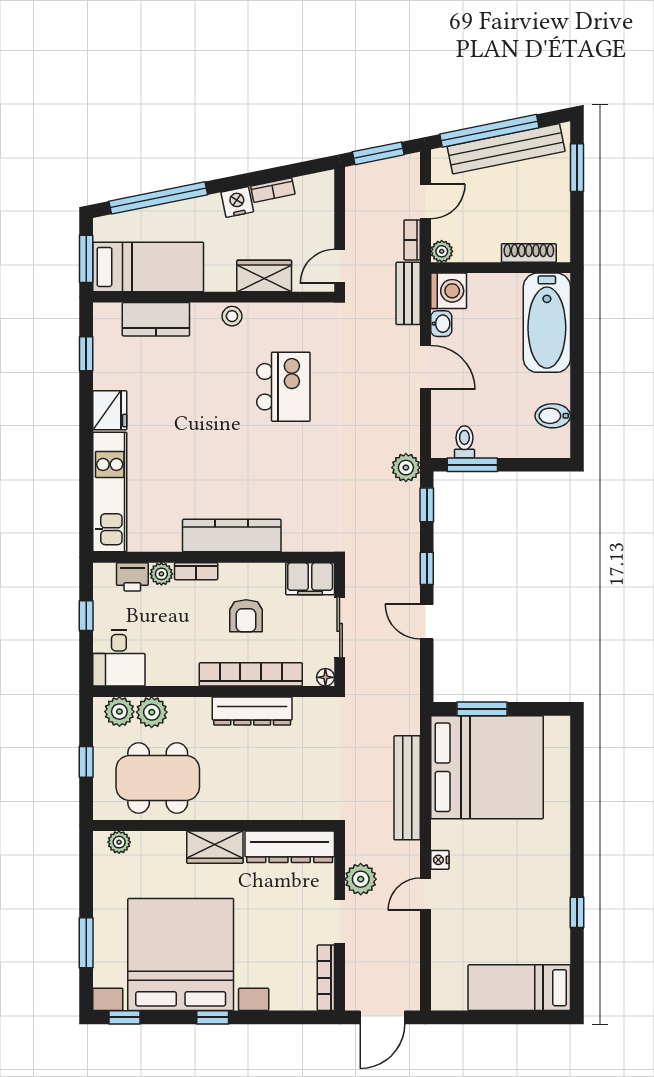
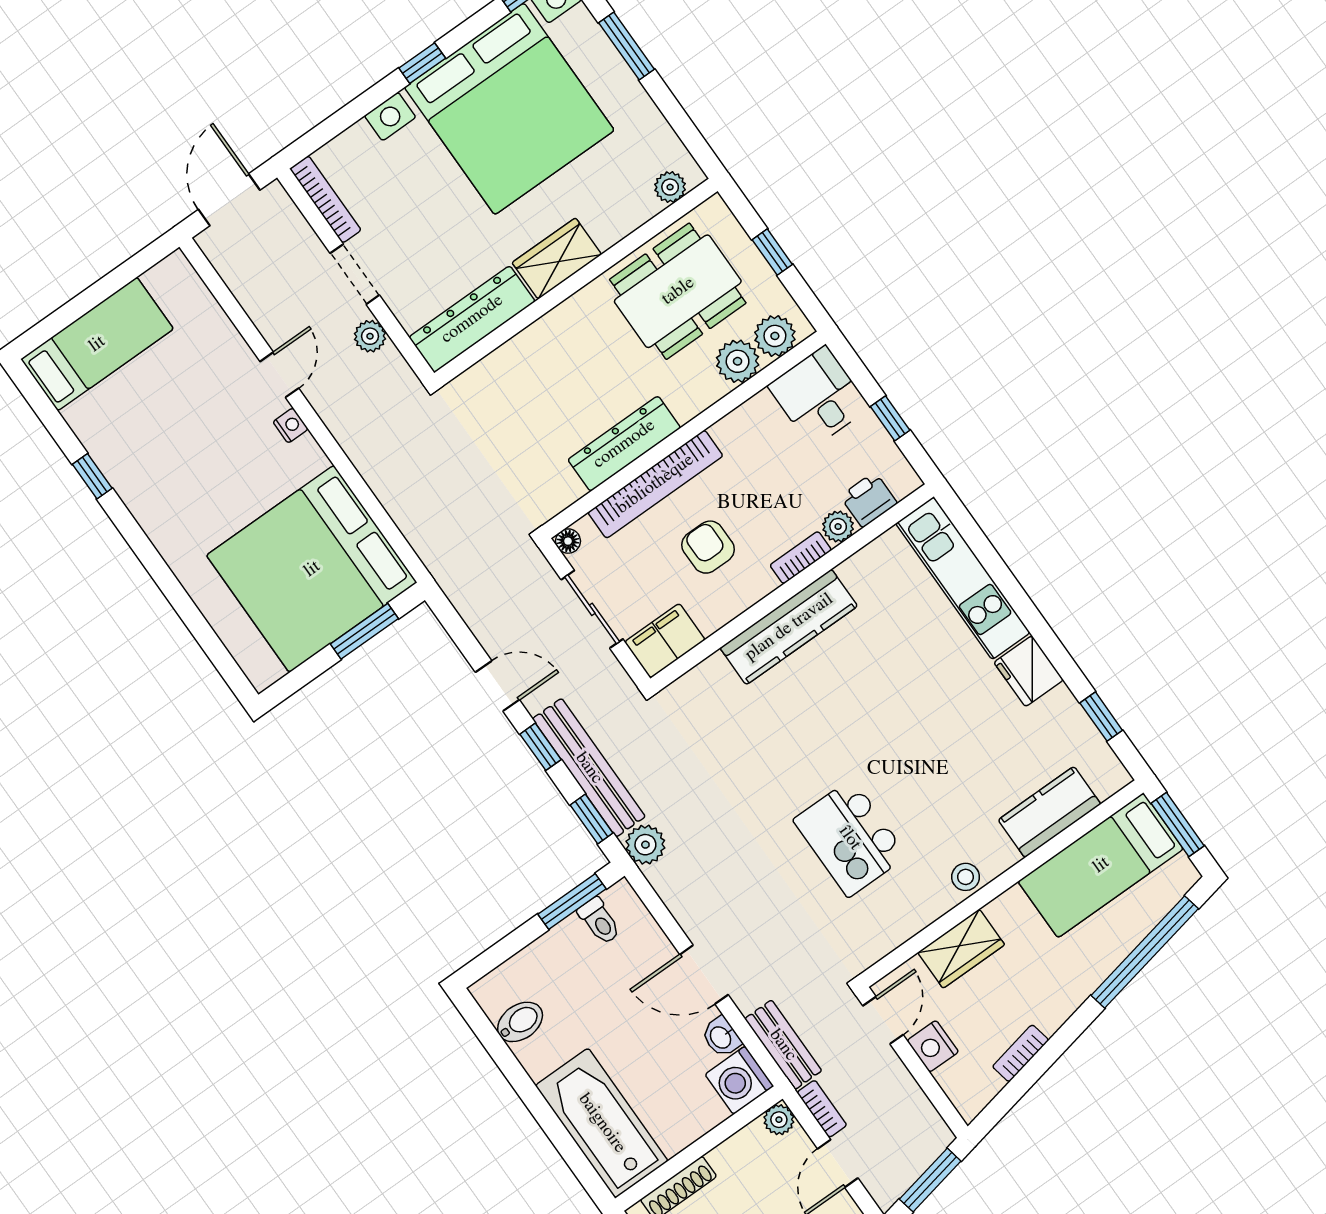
nightstand: (237, 202) -> (933, 1046), moved, turned 101
bench: (407, 788) -> (589, 768), moved
plant: (361, 879) -> (370, 336), width x0.73, depth x0.73

